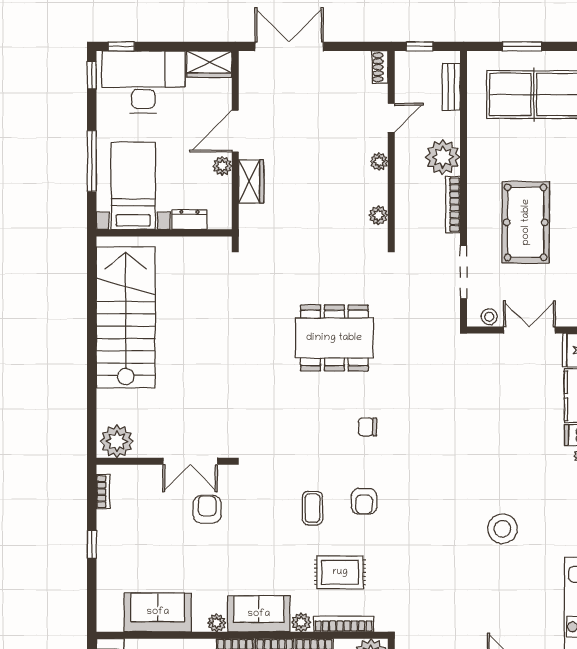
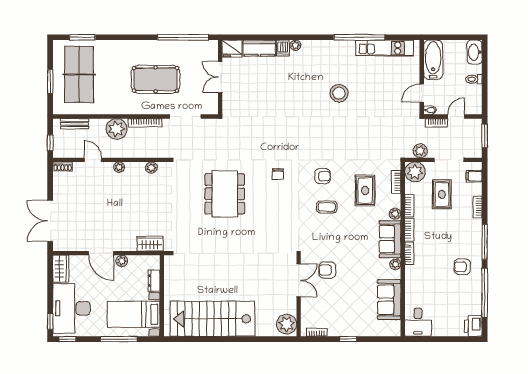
wardrobe: (251, 181) -> (150, 244), moved
stool: (489, 317) -> (212, 101), removed
bookcase: (344, 624) -> (396, 182), width x0.64

